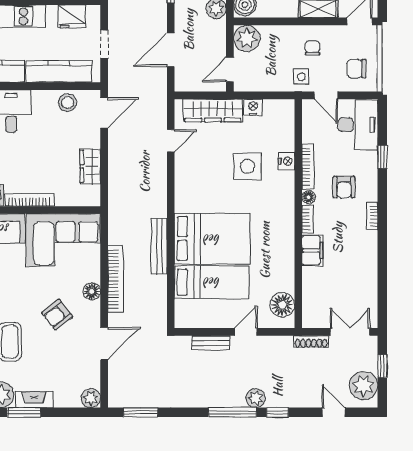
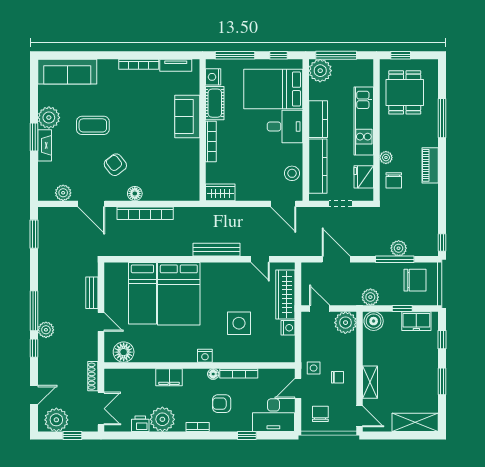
nightstand: (287, 161) -> (205, 356), moved
wardrobe: (90, 166) -> (220, 192), moved
bookcase: (308, 219) -> (195, 373), removed
corner sofa: (63, 240) -> (178, 170), removed
bench: (159, 246) -> (216, 250), moved
plant: (363, 258) -> (162, 419), added
printer: (368, 285) -> (140, 424), added
plant: (91, 398) -> (63, 193), moved

